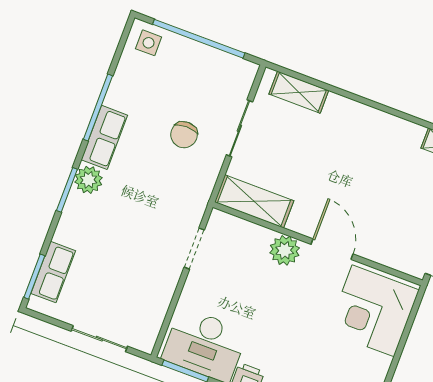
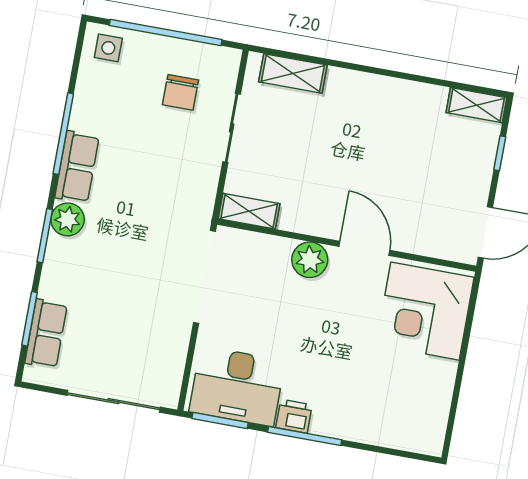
chair: (184, 135) -> (180, 92), moved
shelving: (254, 201) -> (249, 211), width x0.67, depth x0.75
doorway: (194, 249) -> (205, 277), width x1.88
window: (34, 277) -> (30, 319), moved
sliding door: (99, 339) -> (114, 401), width x1.37

